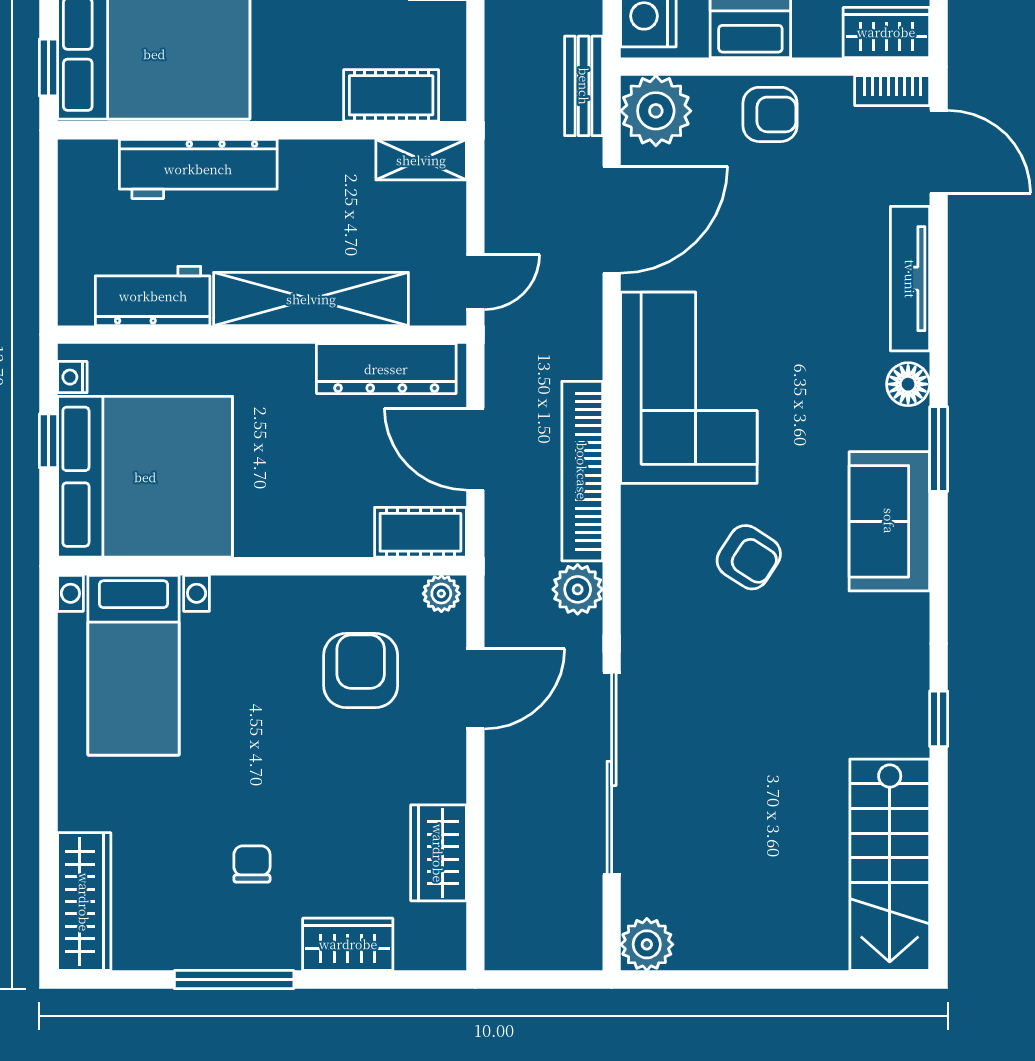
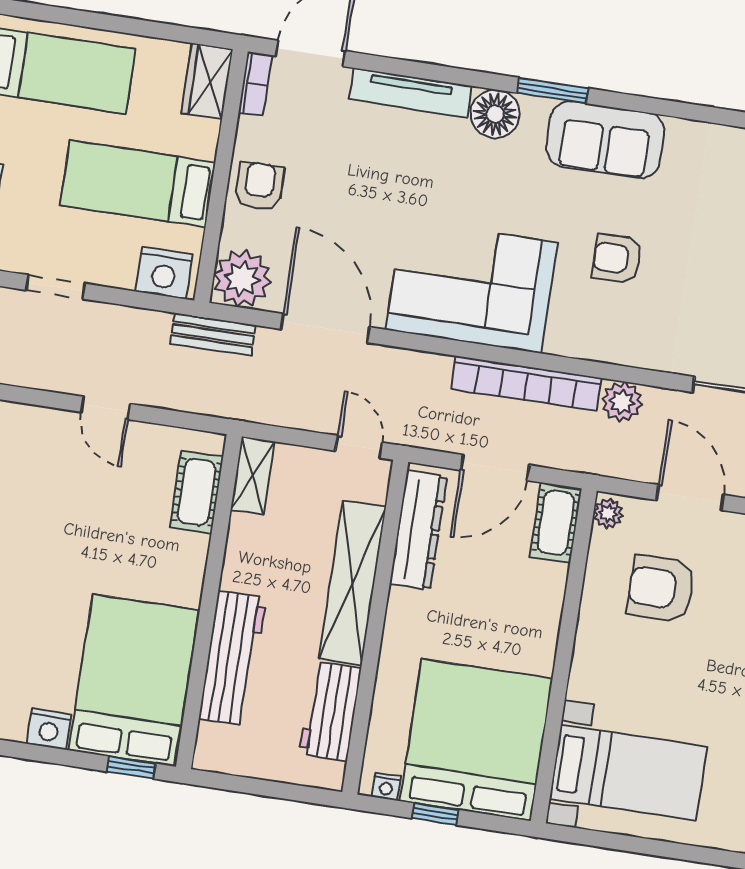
floor lamp: (908, 384) -> (495, 114), width x1.38, depth x1.38
armchair: (749, 557) -> (617, 259), turned -123

